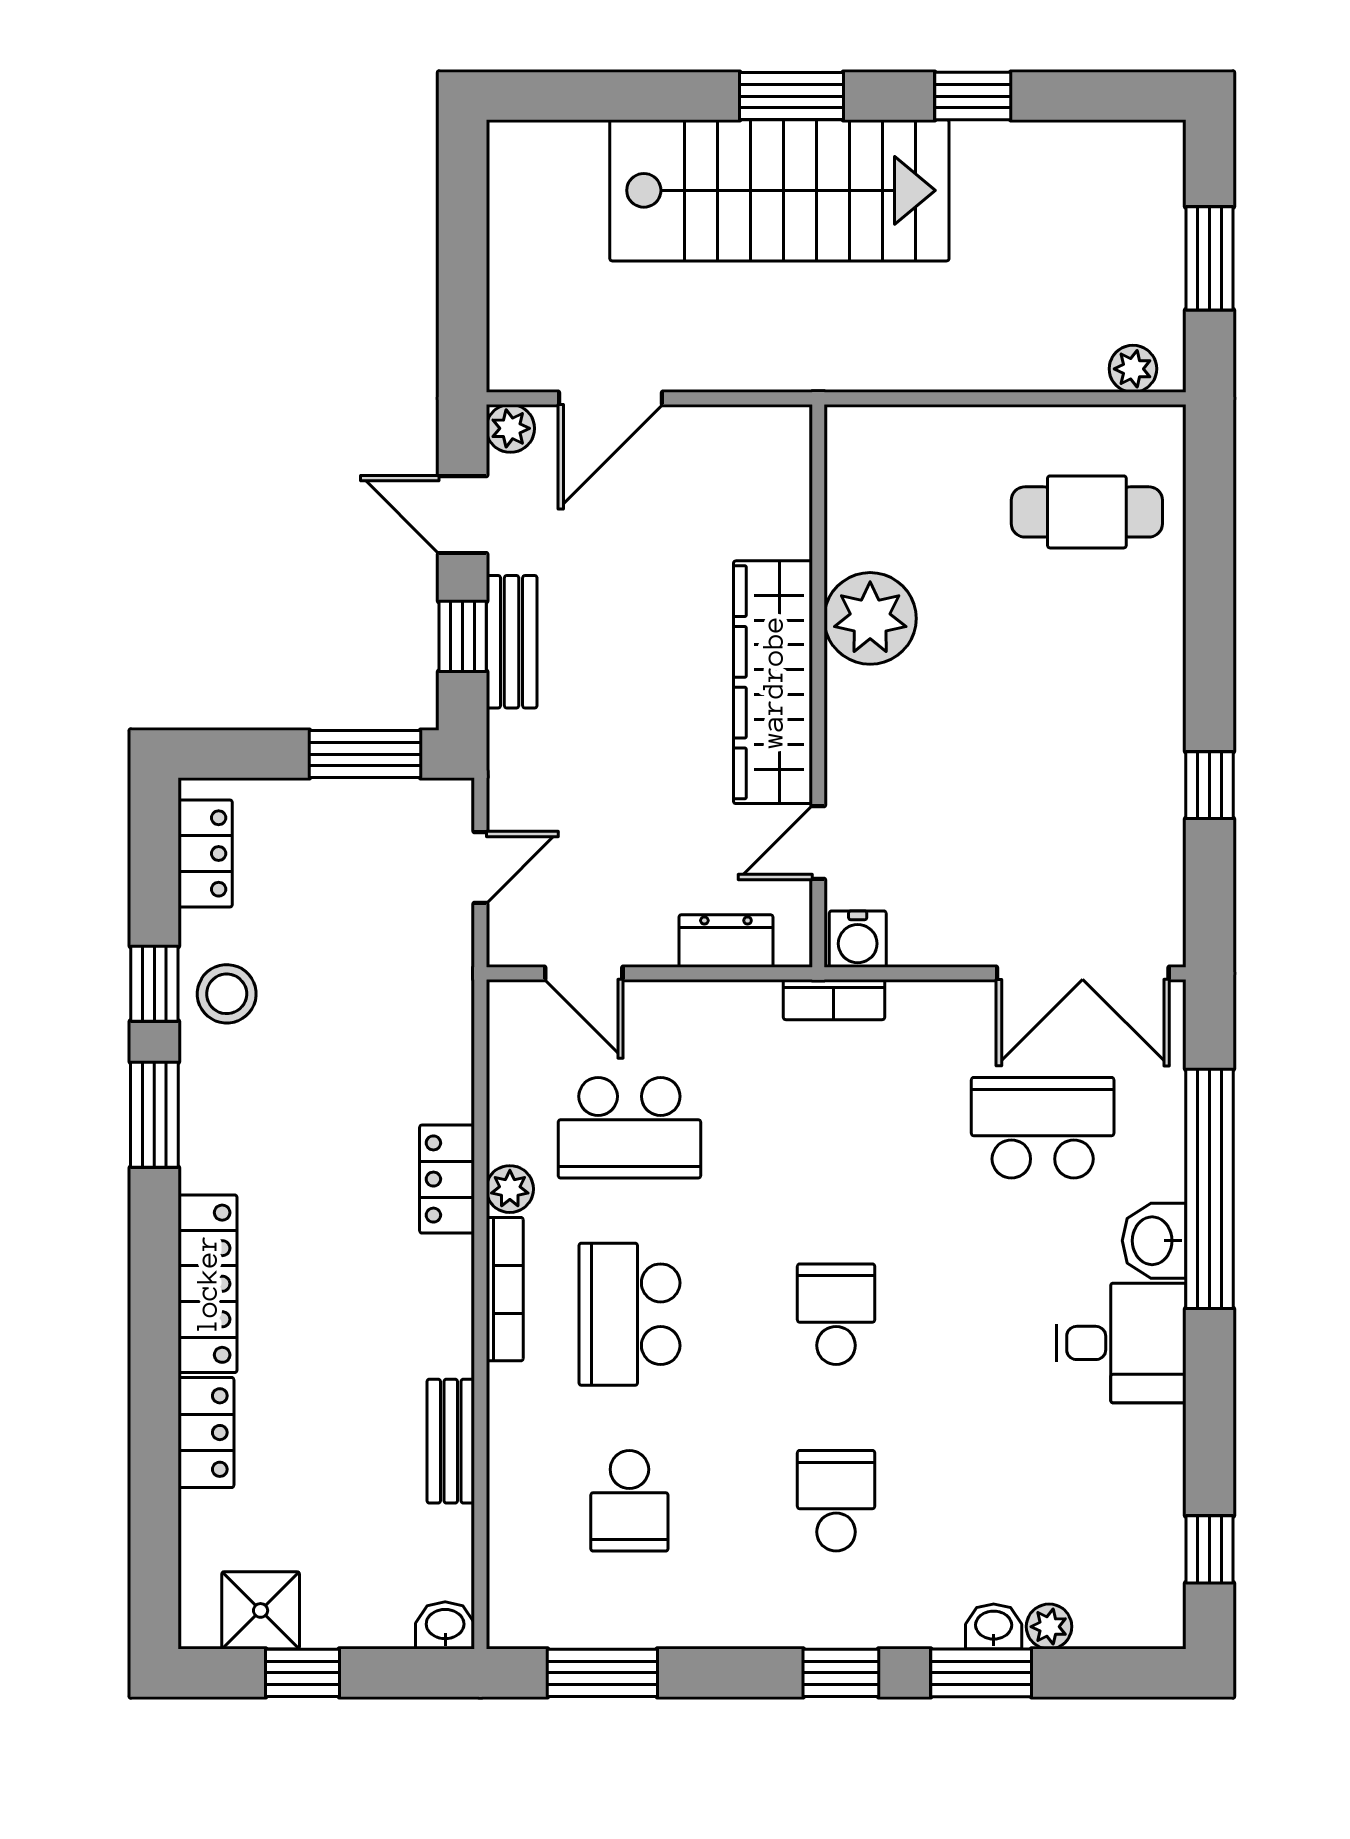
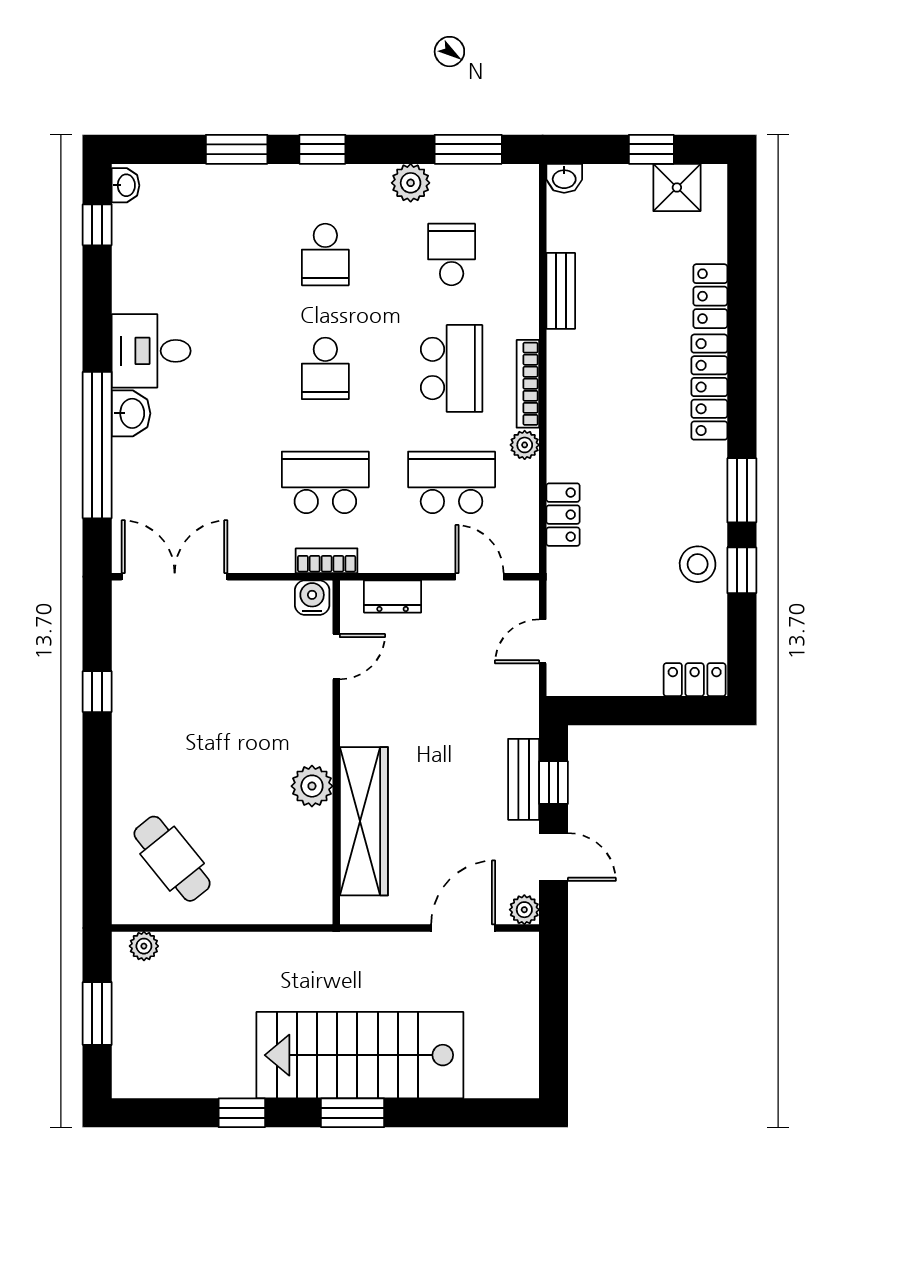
cafe table: (1087, 512) -> (172, 859), turned 51
plant: (870, 618) -> (312, 786), width x0.73, depth x0.73
wardrobe: (773, 682) -> (364, 821), moved
window: (365, 754) -> (613, 711), removed
locker: (205, 853) -> (695, 680), moved, turned 90
school desk: (1043, 1128) -> (325, 482), moved, turned 180
locker: (447, 1179) -> (563, 515), moved
washbasin: (994, 1626) -> (125, 185), moved, turned -90
plant: (1049, 1627) -> (411, 183), moved, width x1.38, depth x1.38

